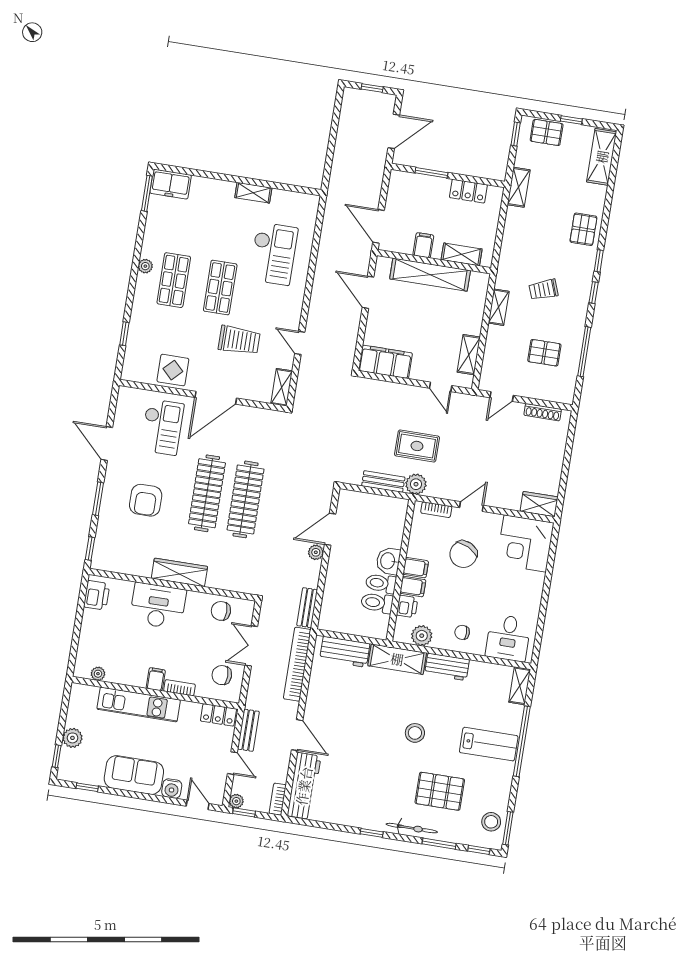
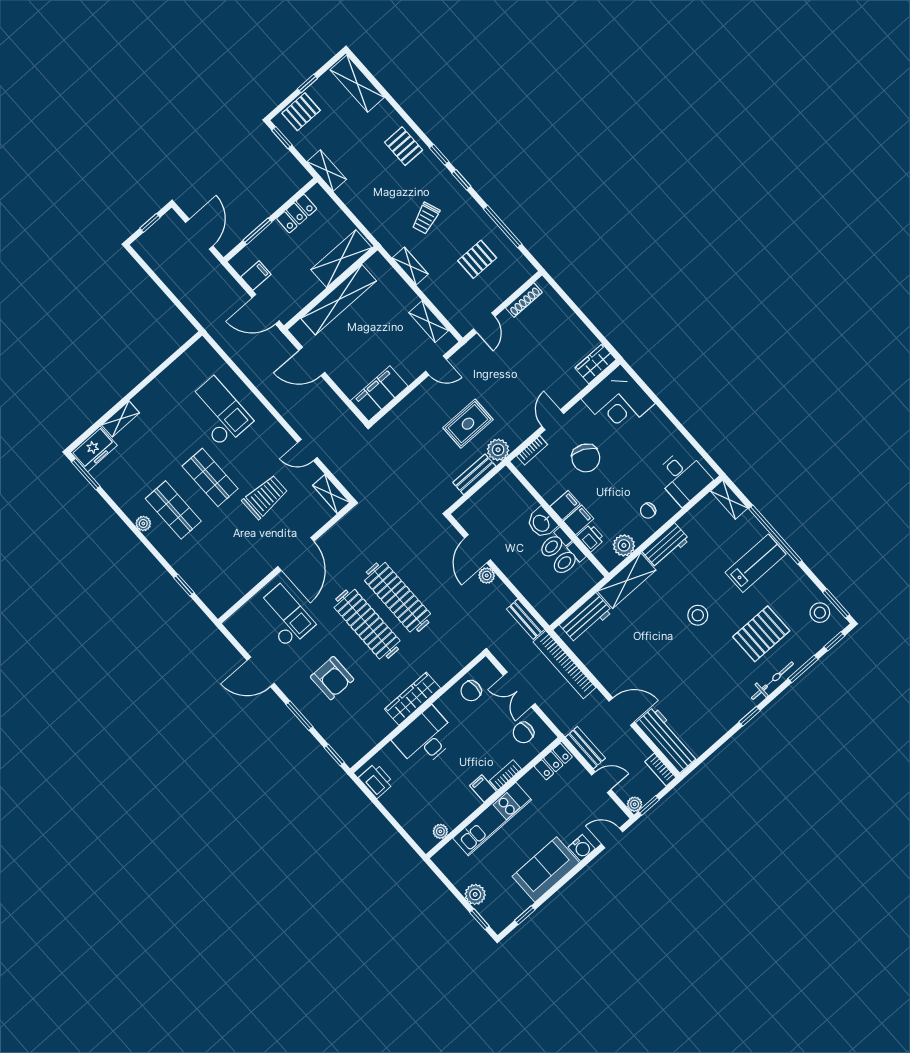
shelving: (253, 193) -> (121, 419), moved
filing cabinet: (423, 245) -> (256, 276), moved, turned 90
shelving: (462, 254) -> (341, 259), width x1.50, depth x1.33
display table: (173, 370) -> (245, 570), removed

